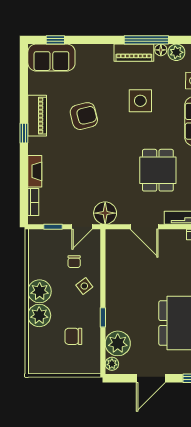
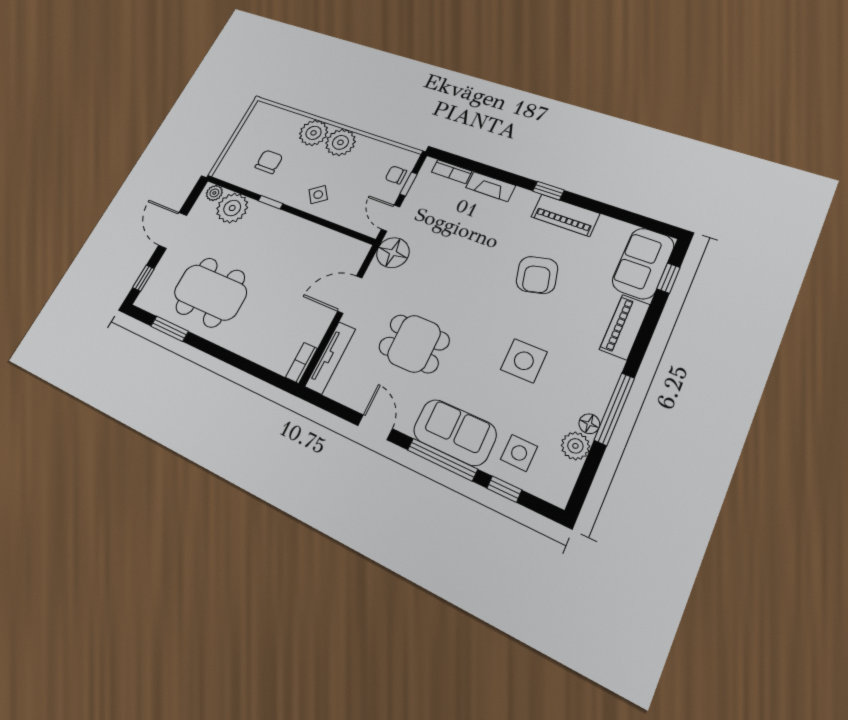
piano: (134, 53) -> (625, 327), moved
chair: (74, 262) -> (396, 175), moved

